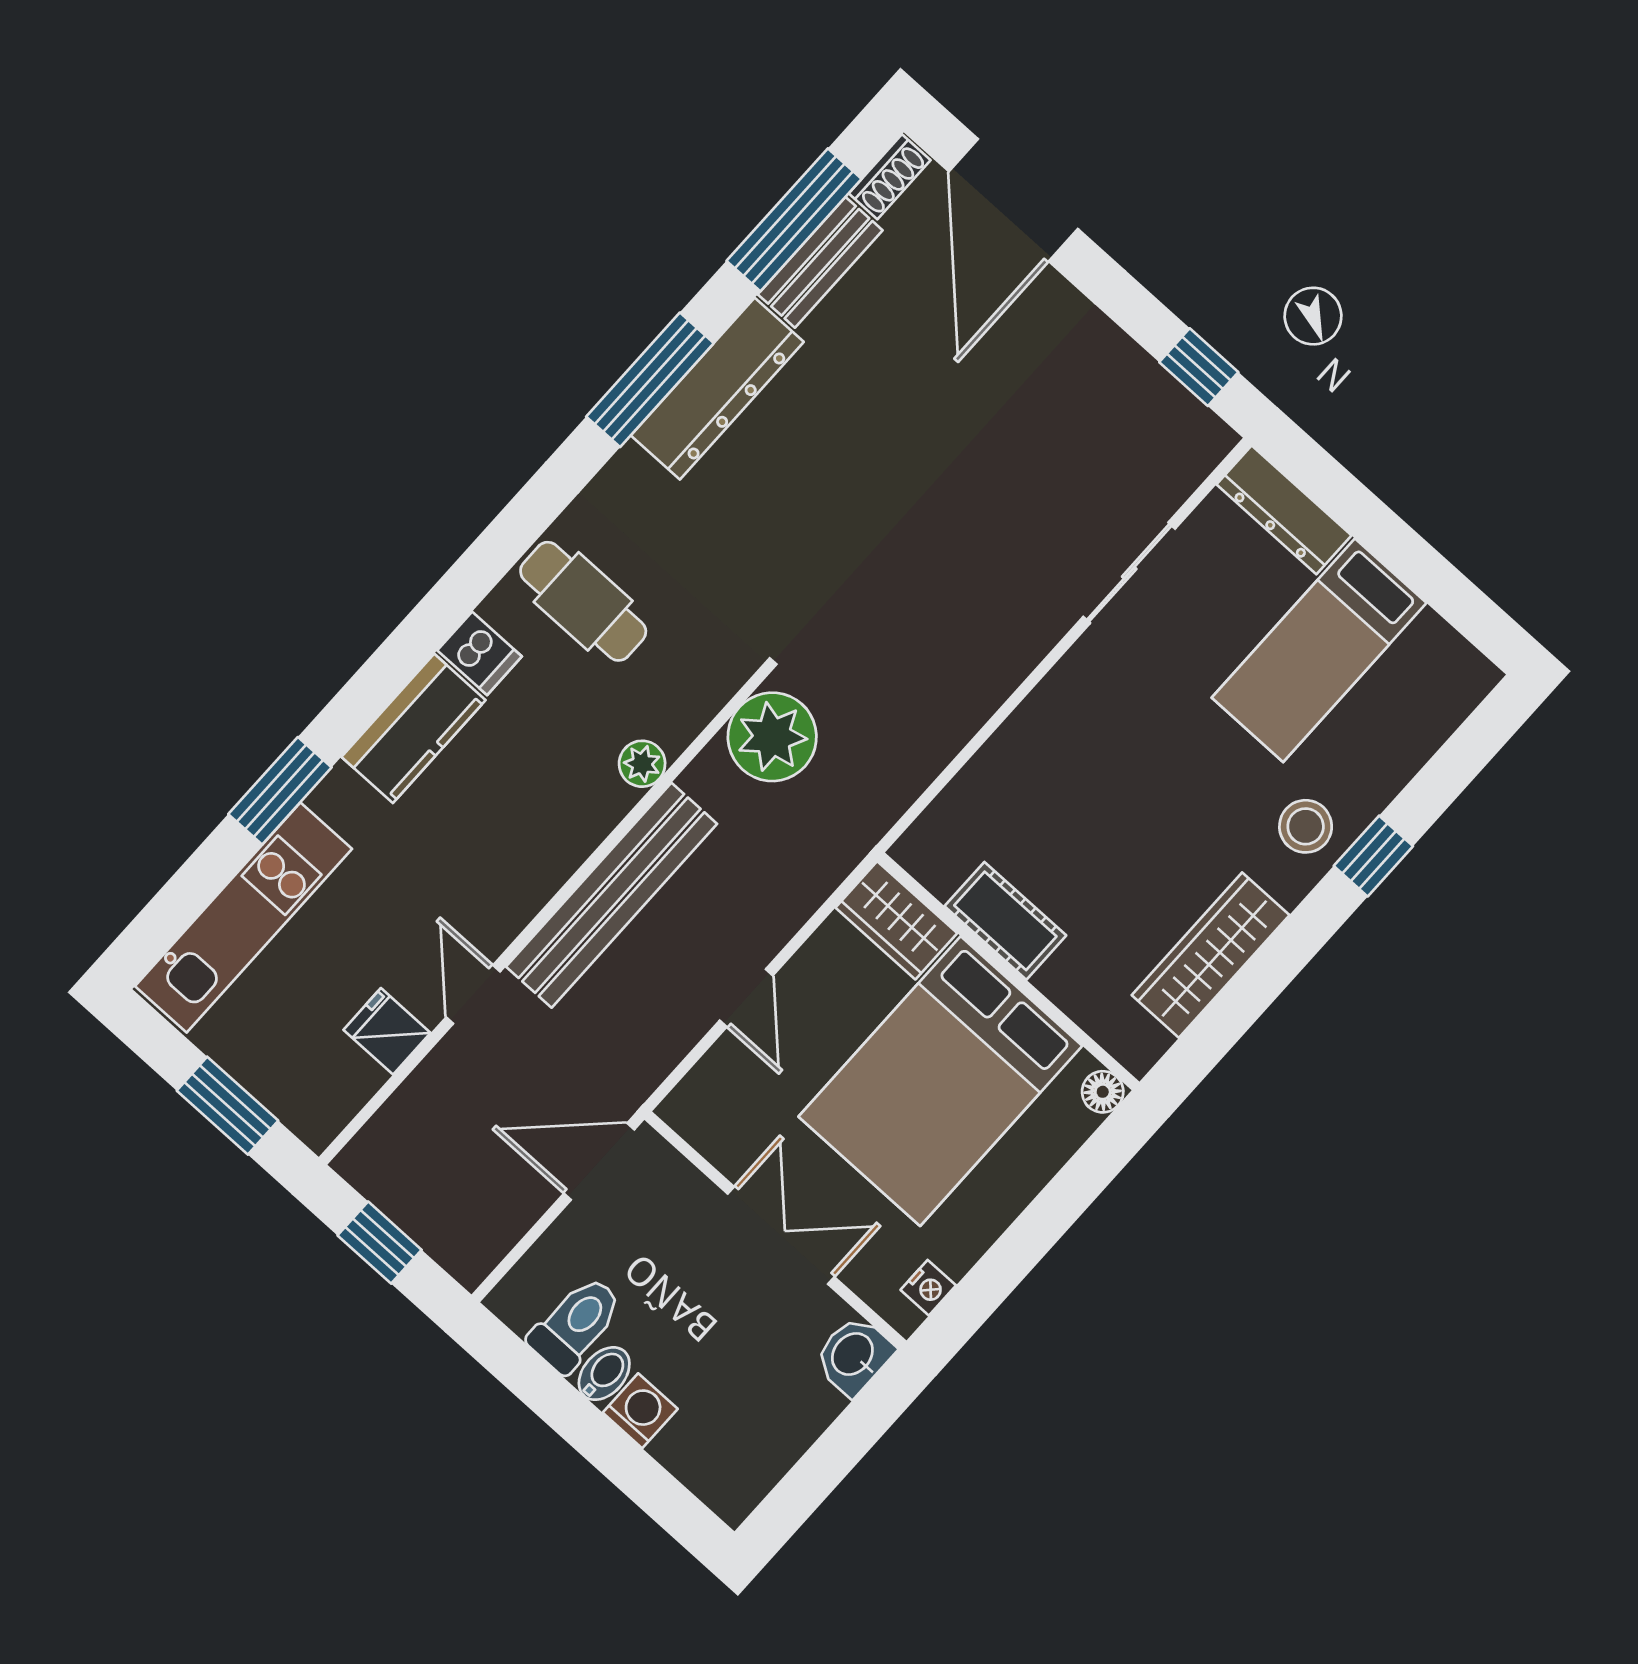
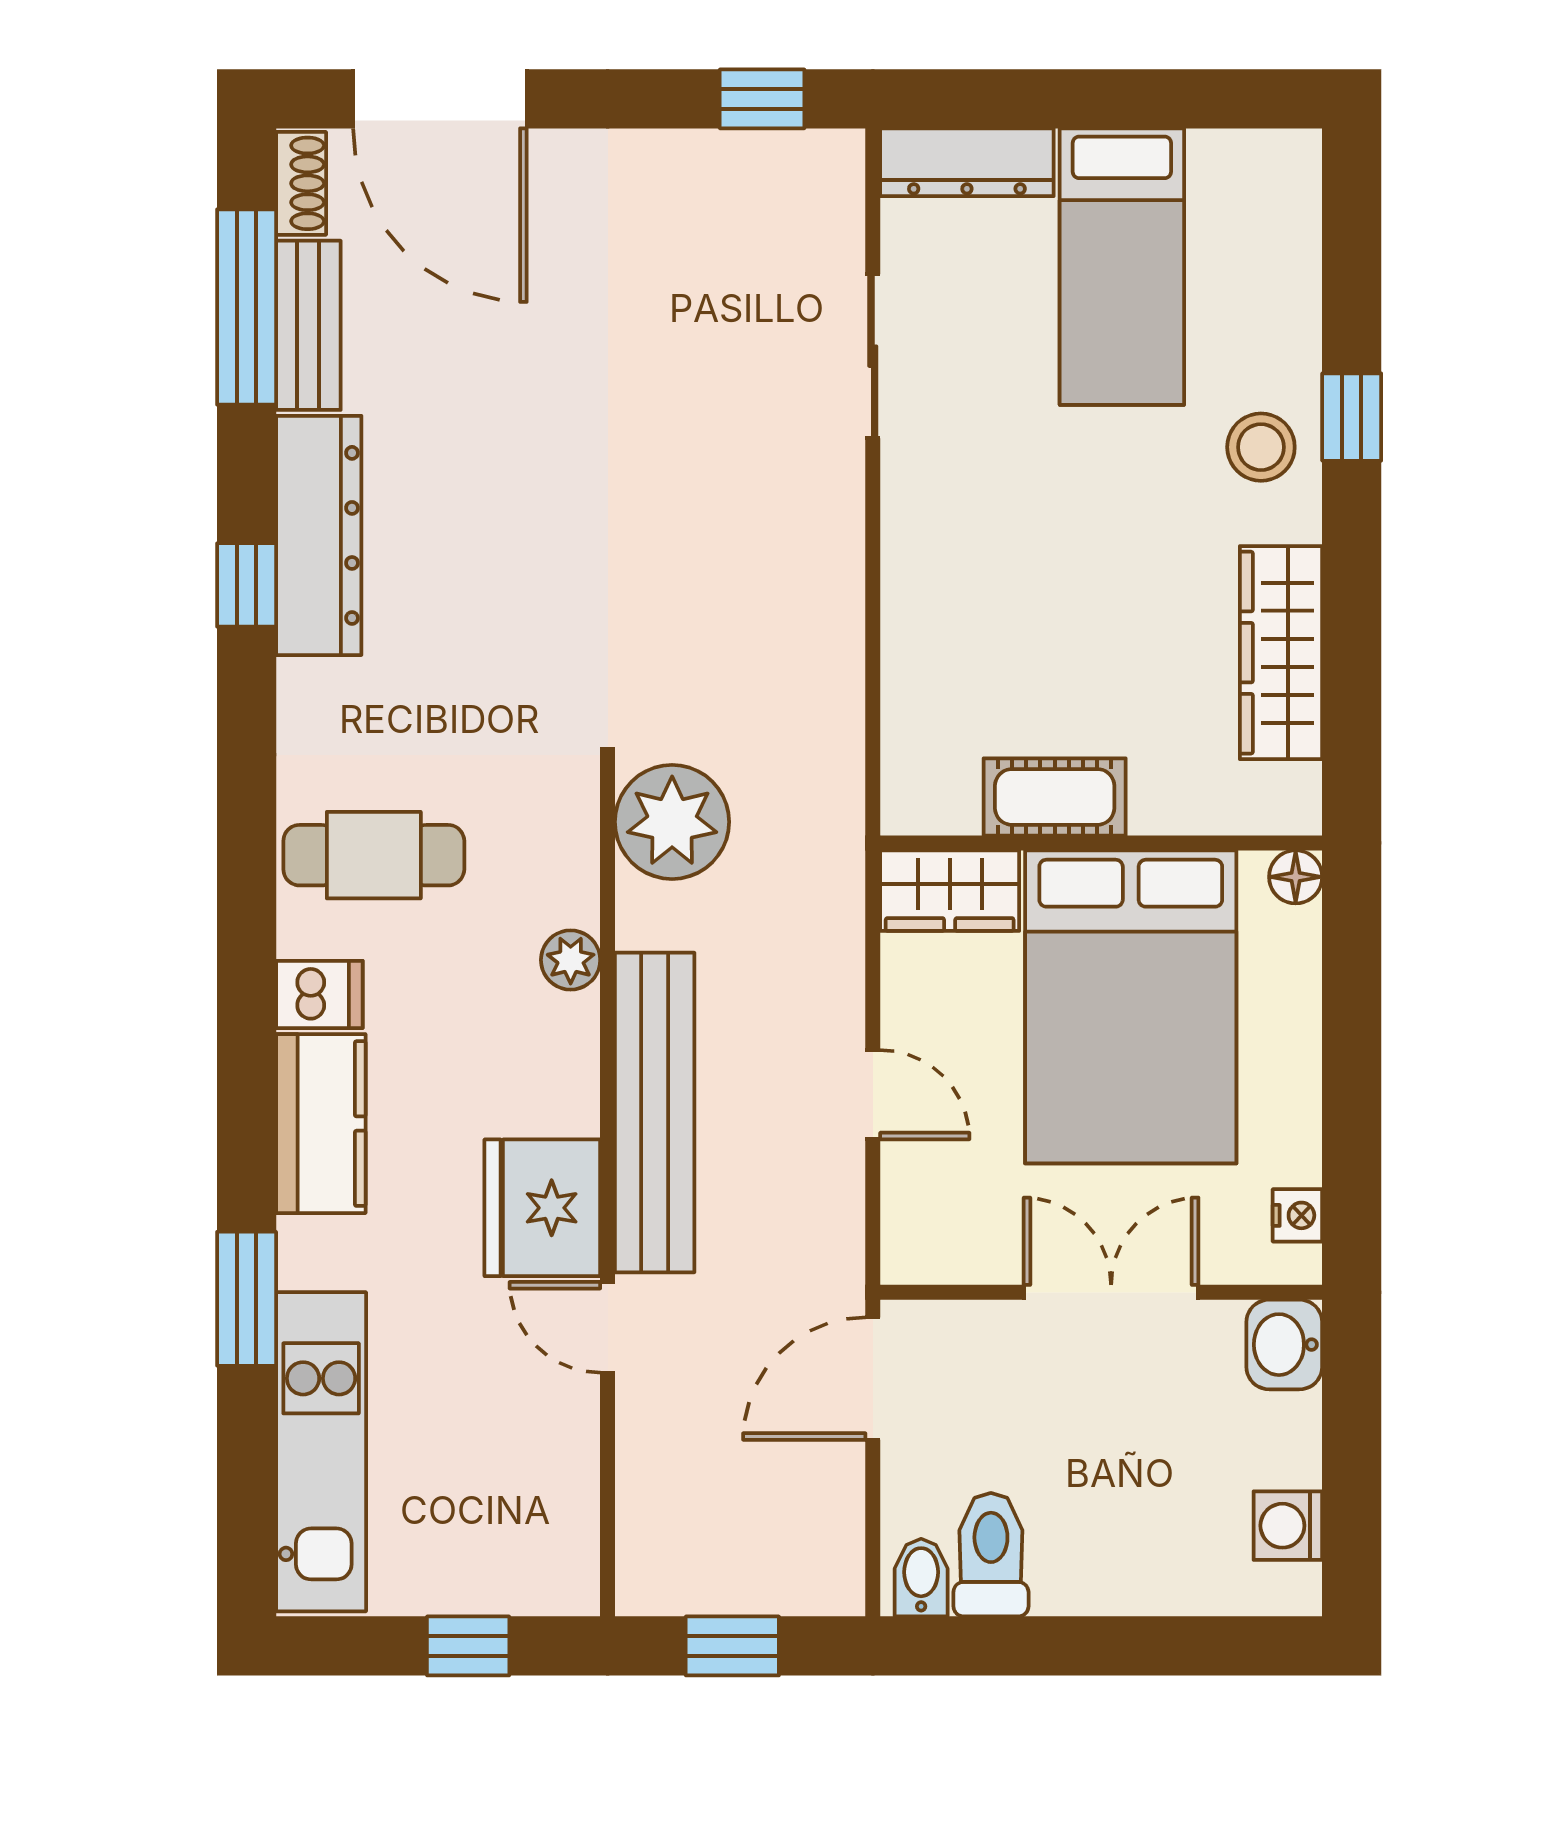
window: (650, 380) -> (247, 585), width x0.46
fridge: (387, 1031) -> (542, 1208), moved, width x1.88, depth x1.34
window: (228, 1106) -> (468, 1646), width x0.67
bidet: (604, 1374) -> (921, 1578), moved
washing machine: (640, 1411) -> (1288, 1526), moved, turned -90

